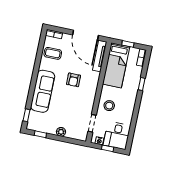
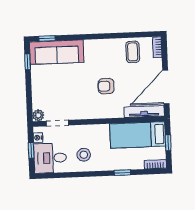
sofa: (43, 91) -> (57, 52), moved
stool: (109, 106) -> (84, 155), moved
plant: (61, 132) -> (38, 115), moved

